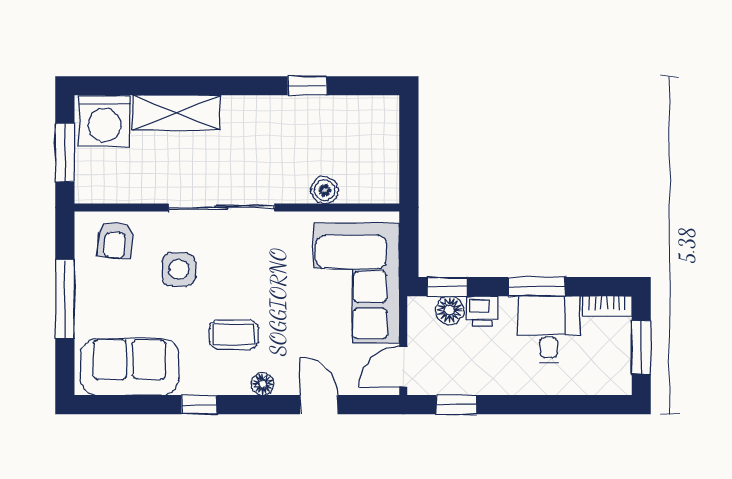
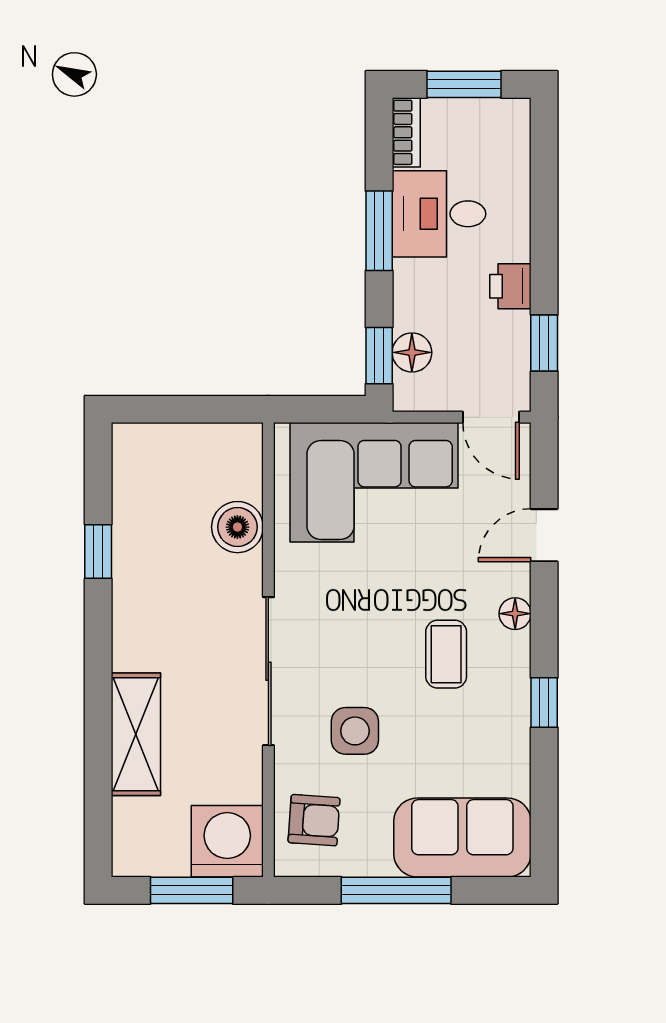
washing machine: (104, 121) -> (227, 841), moved, turned -90
boiler: (325, 190) -> (237, 527), width x1.36, depth x1.36
printer: (482, 311) -> (510, 286), moved, turned 180
sofa: (129, 367) -> (462, 838), moved, turned 90

